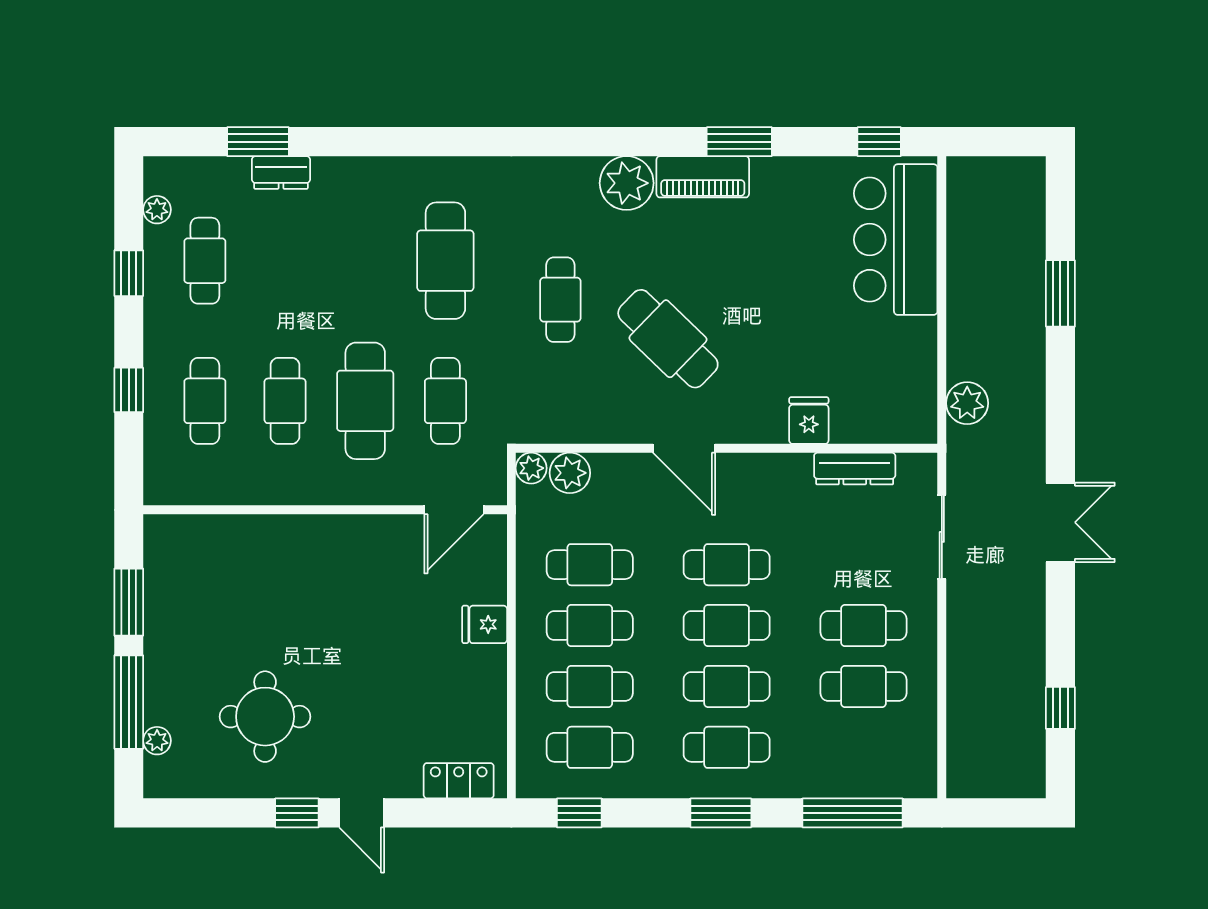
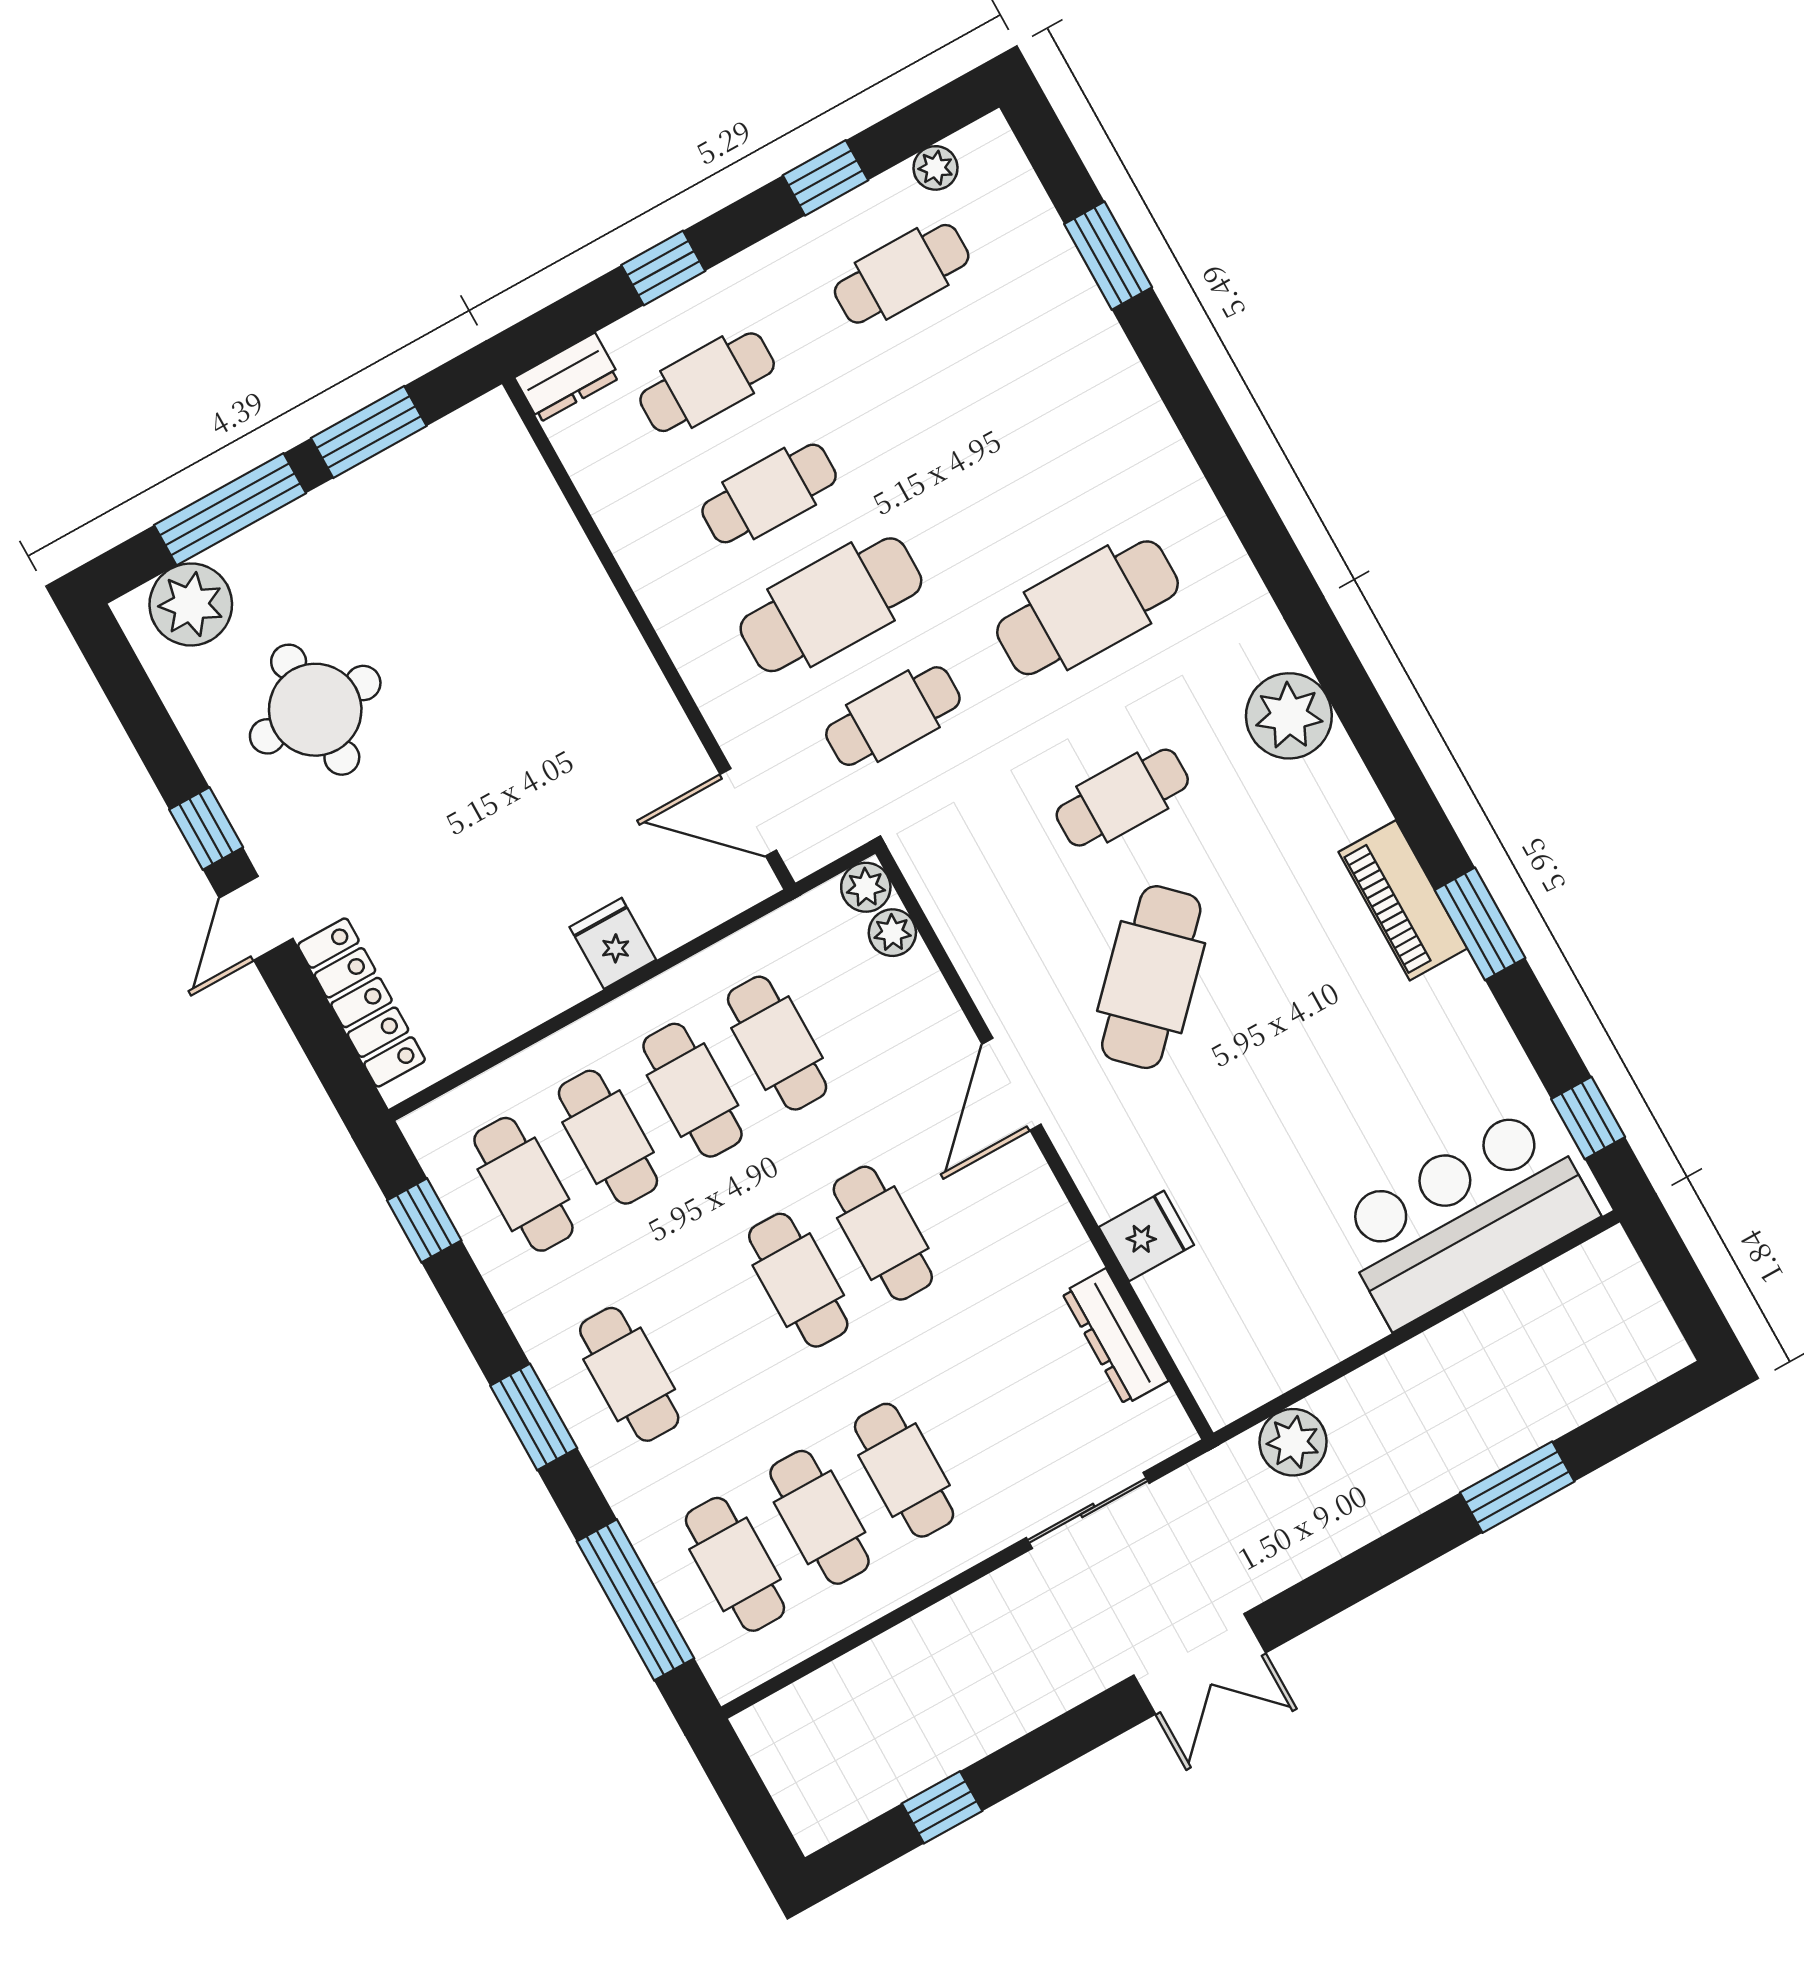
dresser: (281, 172) -> (567, 378), moved, turned -90
plant: (627, 183) -> (1289, 716), moved
plant: (570, 473) -> (892, 933), width x0.73, depth x0.73
cafe table: (727, 686) -> (735, 1564), moved
plant: (157, 741) -> (191, 604), width x1.87, depth x1.87
locker: (459, 781) -> (361, 1002), width x1.53

